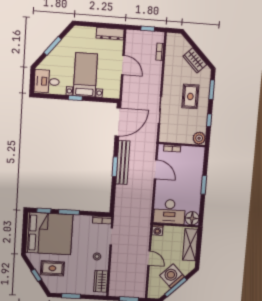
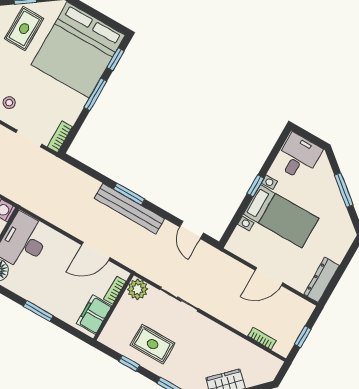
rug: (190, 96) -> (153, 344), moved
door: (118, 122) -> (192, 230), width x0.53
plant: (199, 138) -> (138, 289), moved
filing cabinet: (191, 153) -> (94, 315), added

